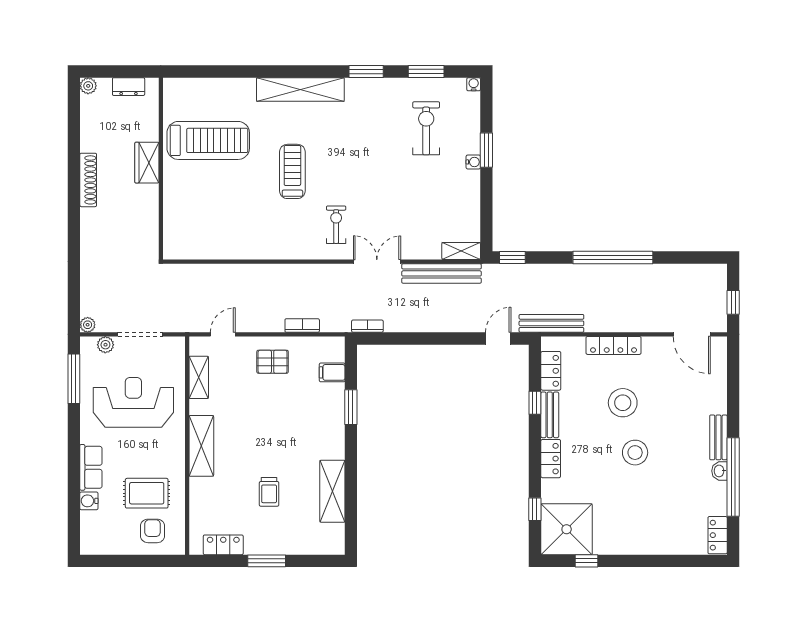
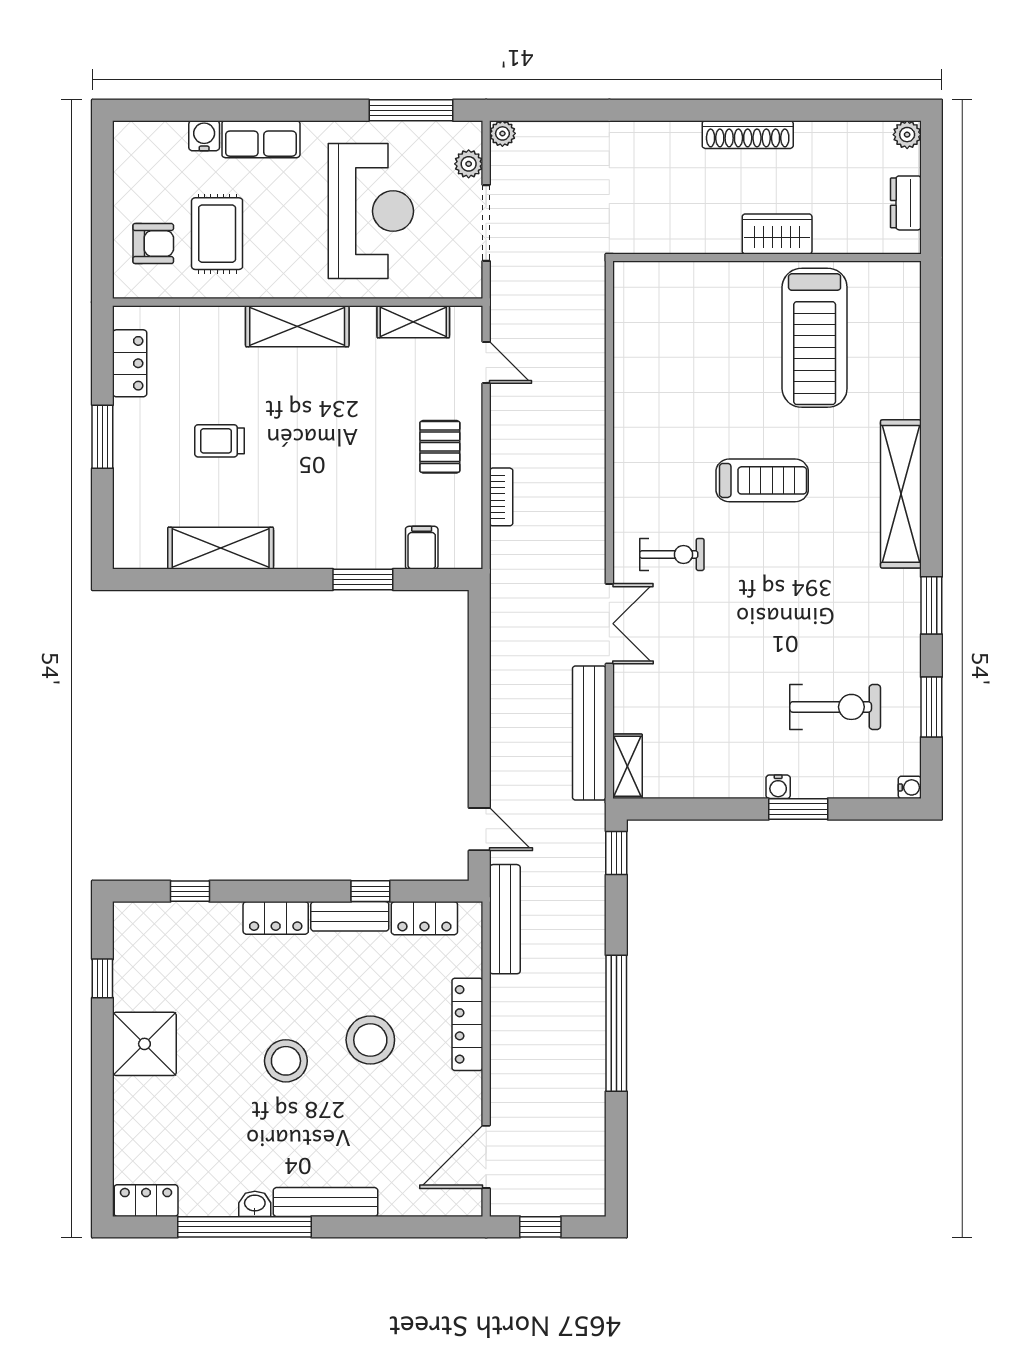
bookcase: (367, 326) -> (500, 607), removed
bench: (718, 437) -> (326, 1202), width x1.36
shower: (567, 529) -> (144, 1044), moved, width x0.73, depth x0.73

